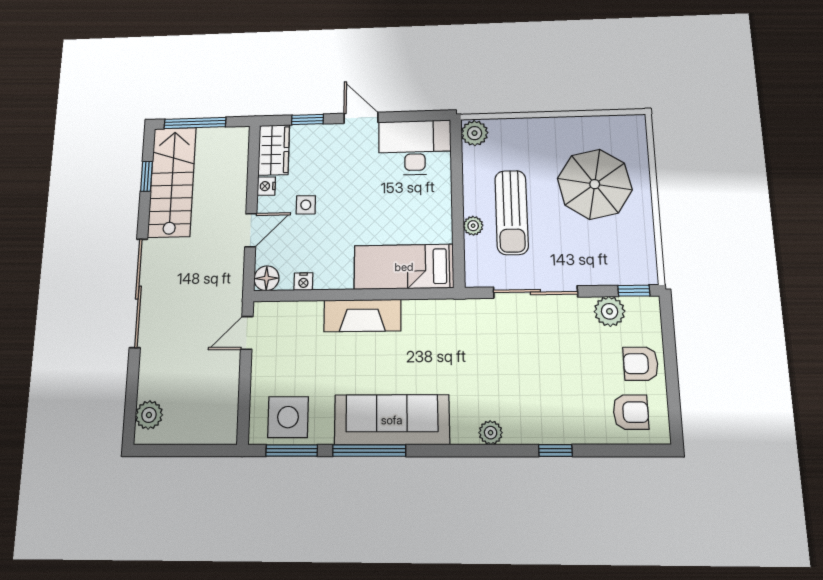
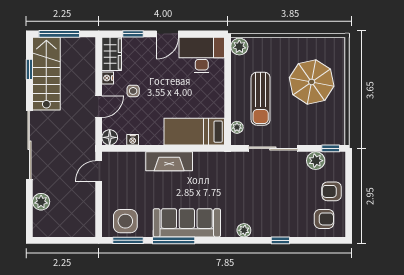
door: (361, 118) -> (167, 34), swing flipped
plant: (473, 226) -> (237, 127), moved
plant: (149, 415) -> (41, 202), moved

